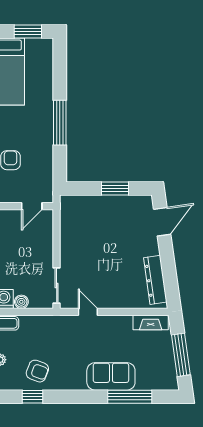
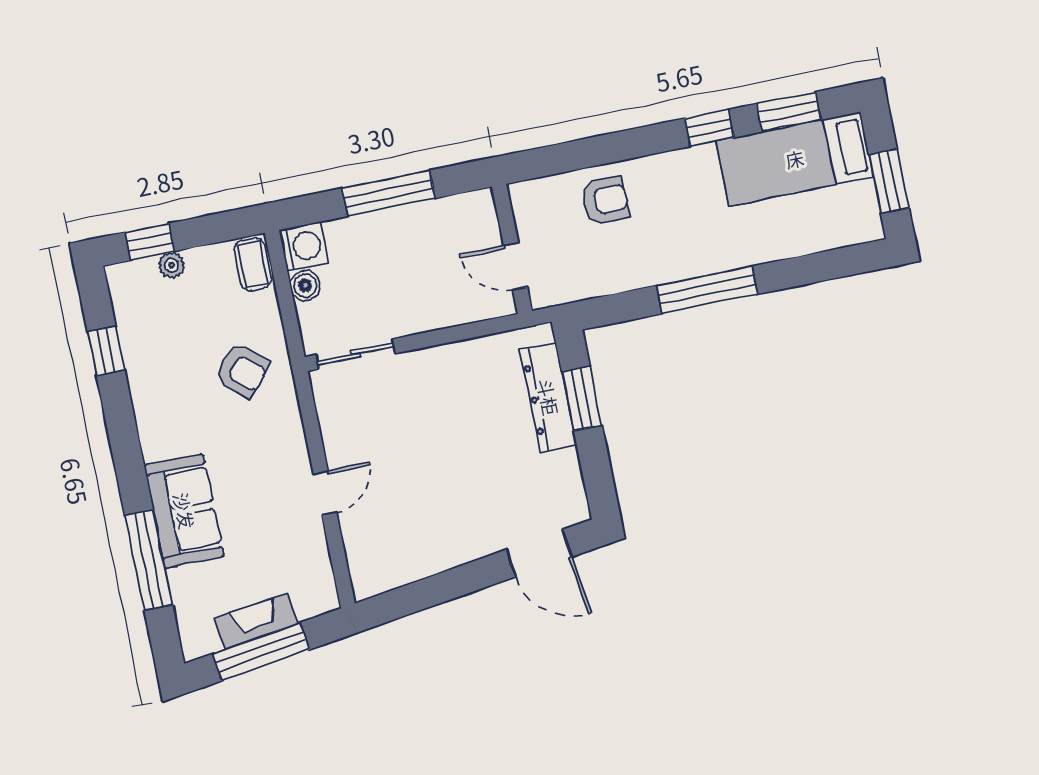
window: (115, 189) -> (582, 399), moved
dresser: (155, 280) -> (548, 397), moved, turned -82
door: (88, 312) -> (325, 493), moved
fireplace: (151, 322) -> (256, 621), moved, turned 82
armchair: (37, 371) -> (242, 370), moved, turned -70

